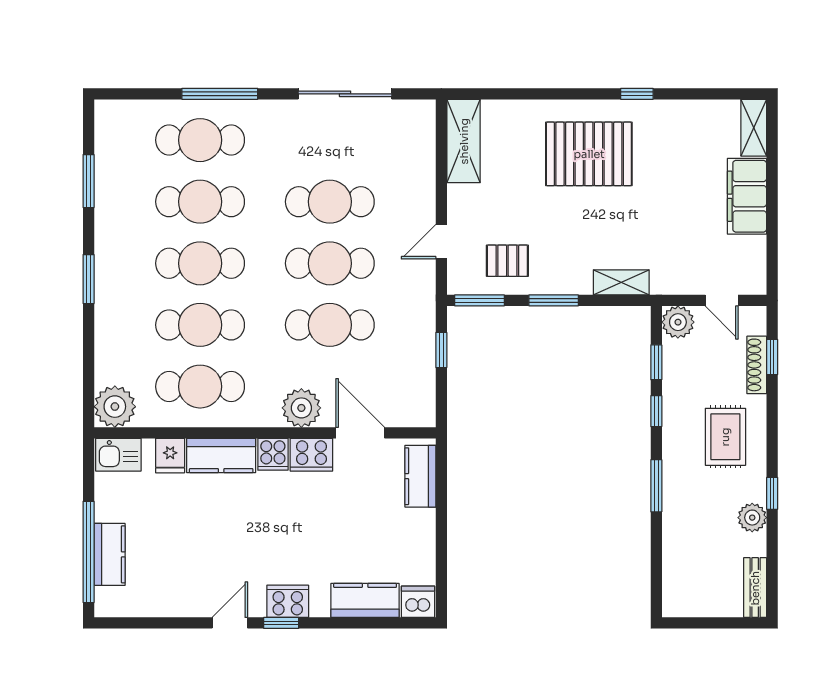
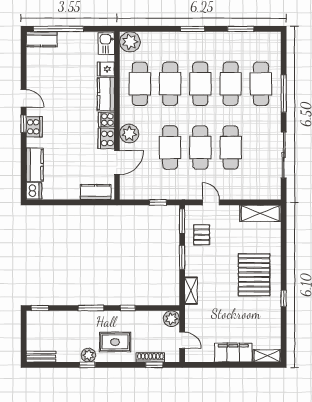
door: (722, 300) -> (182, 340), swing flipped
window: (656, 362) -> (40, 308), moved
plant: (752, 518) -> (88, 355), moved
kitchen counter: (110, 554) -> (42, 39), moved

